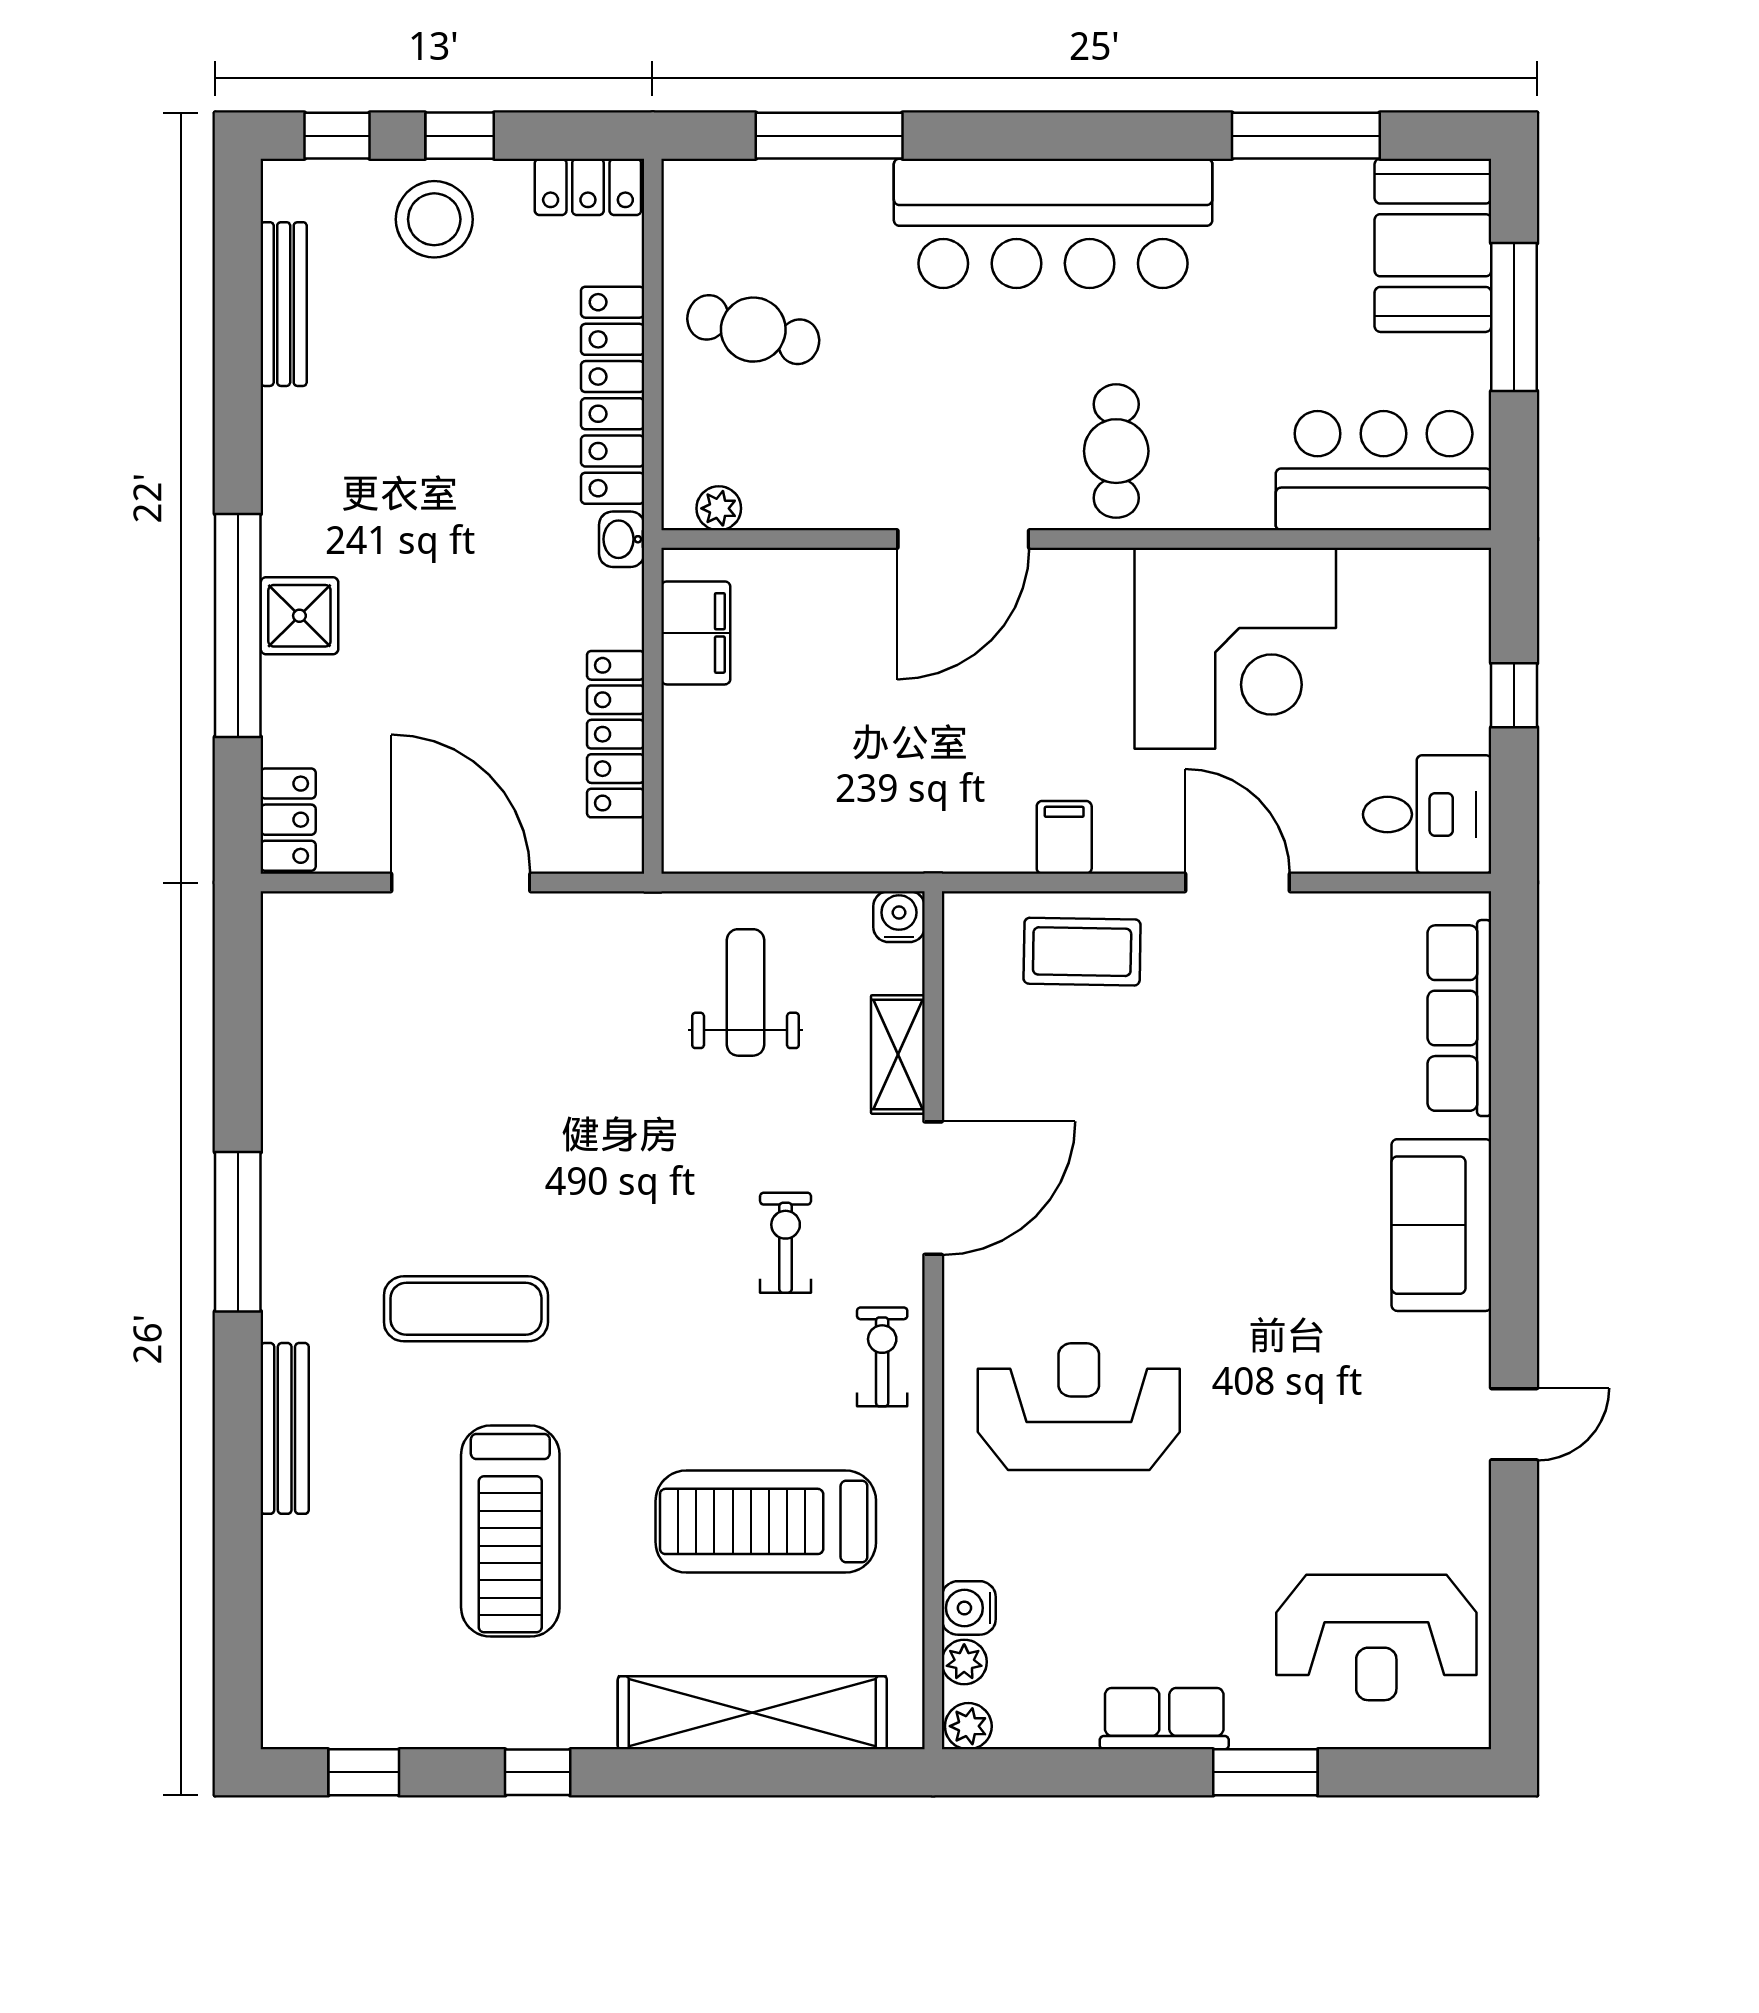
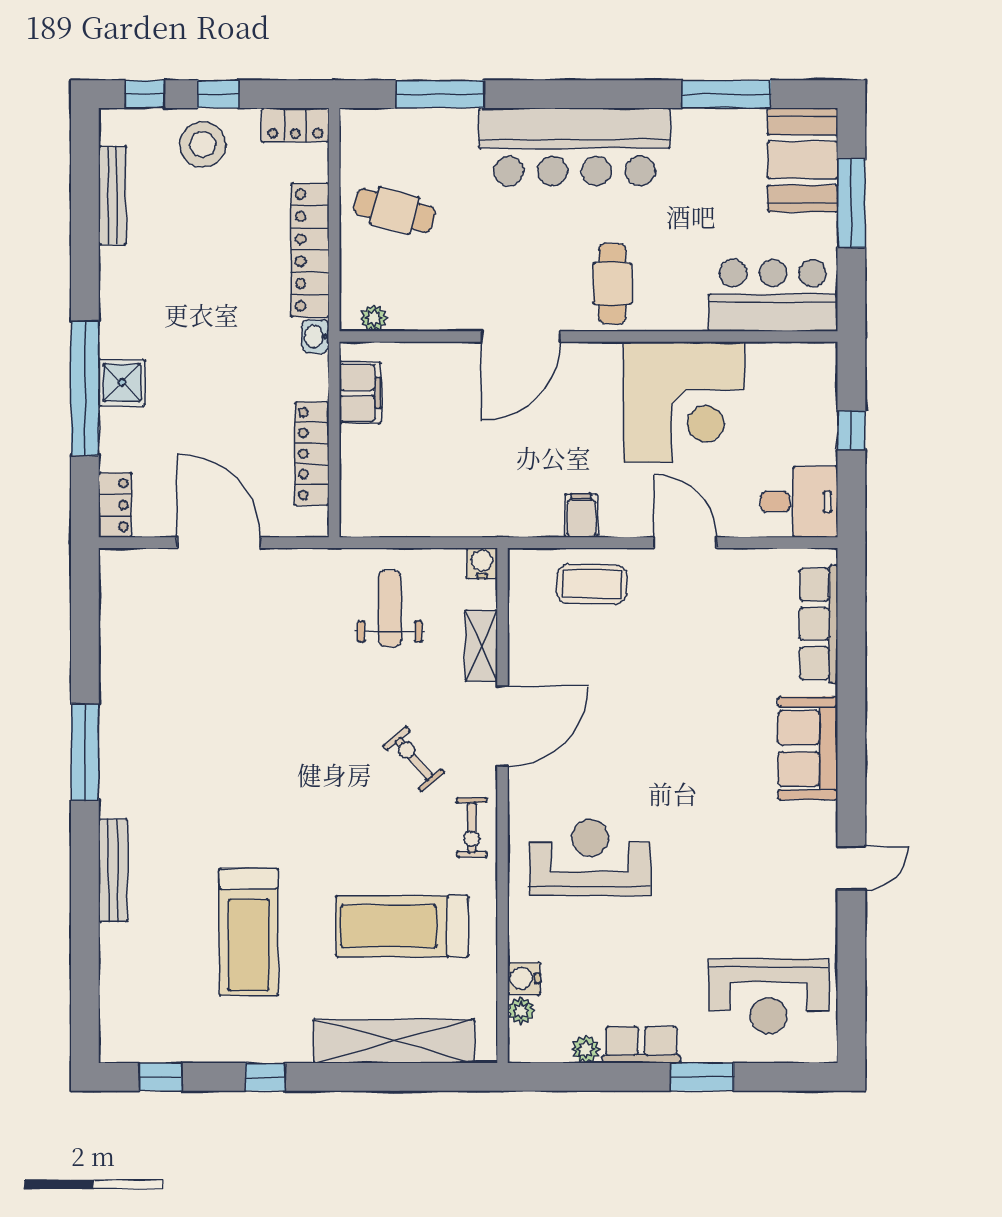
exercise bike: (786, 1243) -> (414, 759), turned -40
exercise mat: (466, 1309) -> (222, 799), removed
exercise bike: (882, 1357) -> (472, 828), turned 180
plant: (968, 1726) -> (586, 1049), moved

